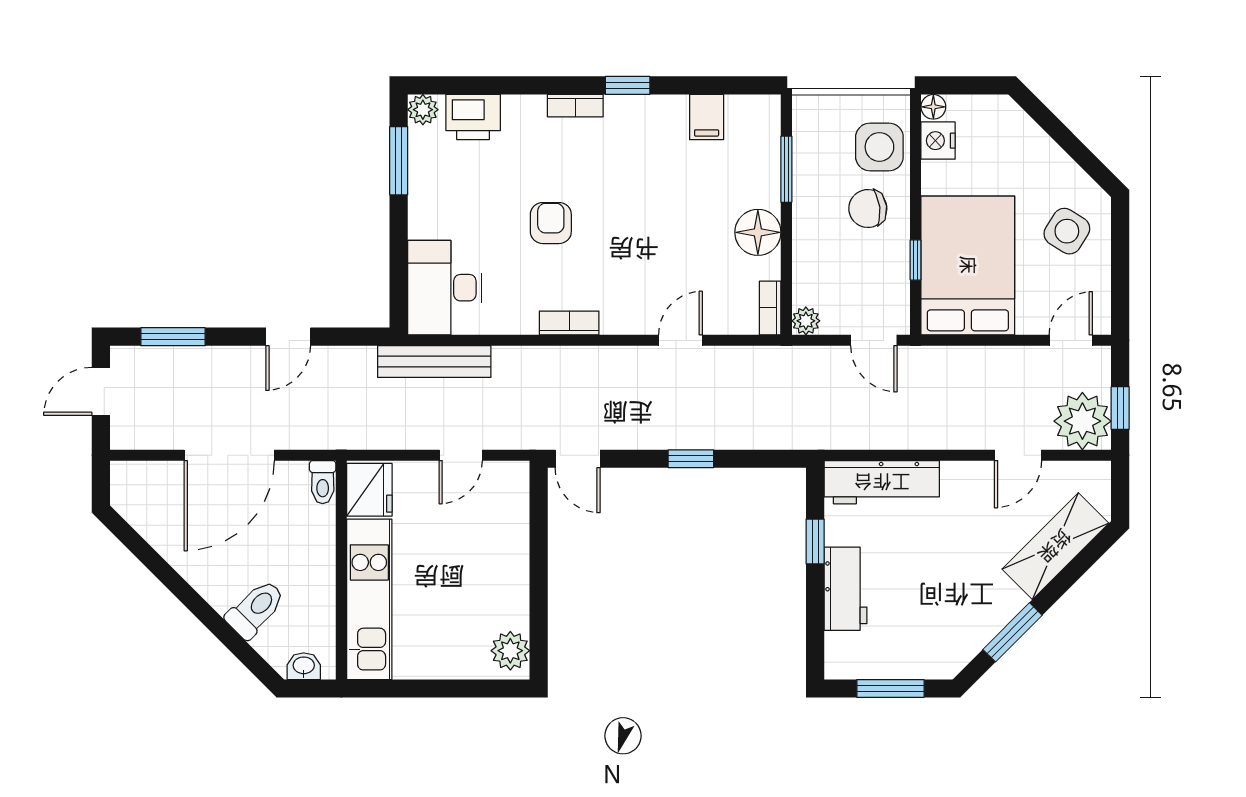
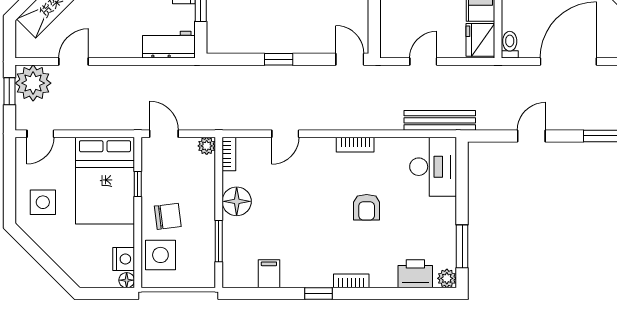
side table: (1067, 231) -> (43, 202), turned -32
workbench: (882, 482) -> (169, 45), width x0.73

